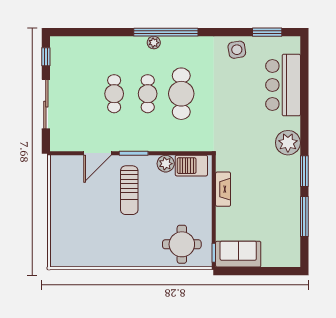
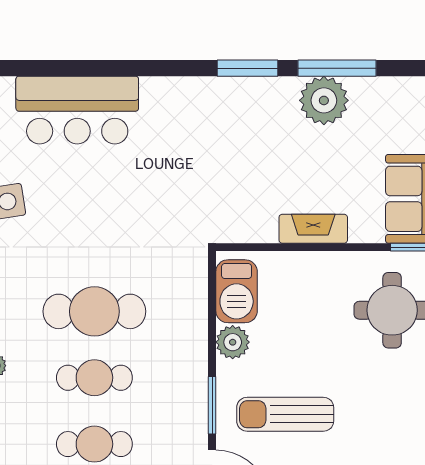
plant: (288, 143) -> (324, 100), moved
fireplace: (223, 189) -> (313, 229), moved
sun lounger: (129, 190) -> (285, 414), turned 180

